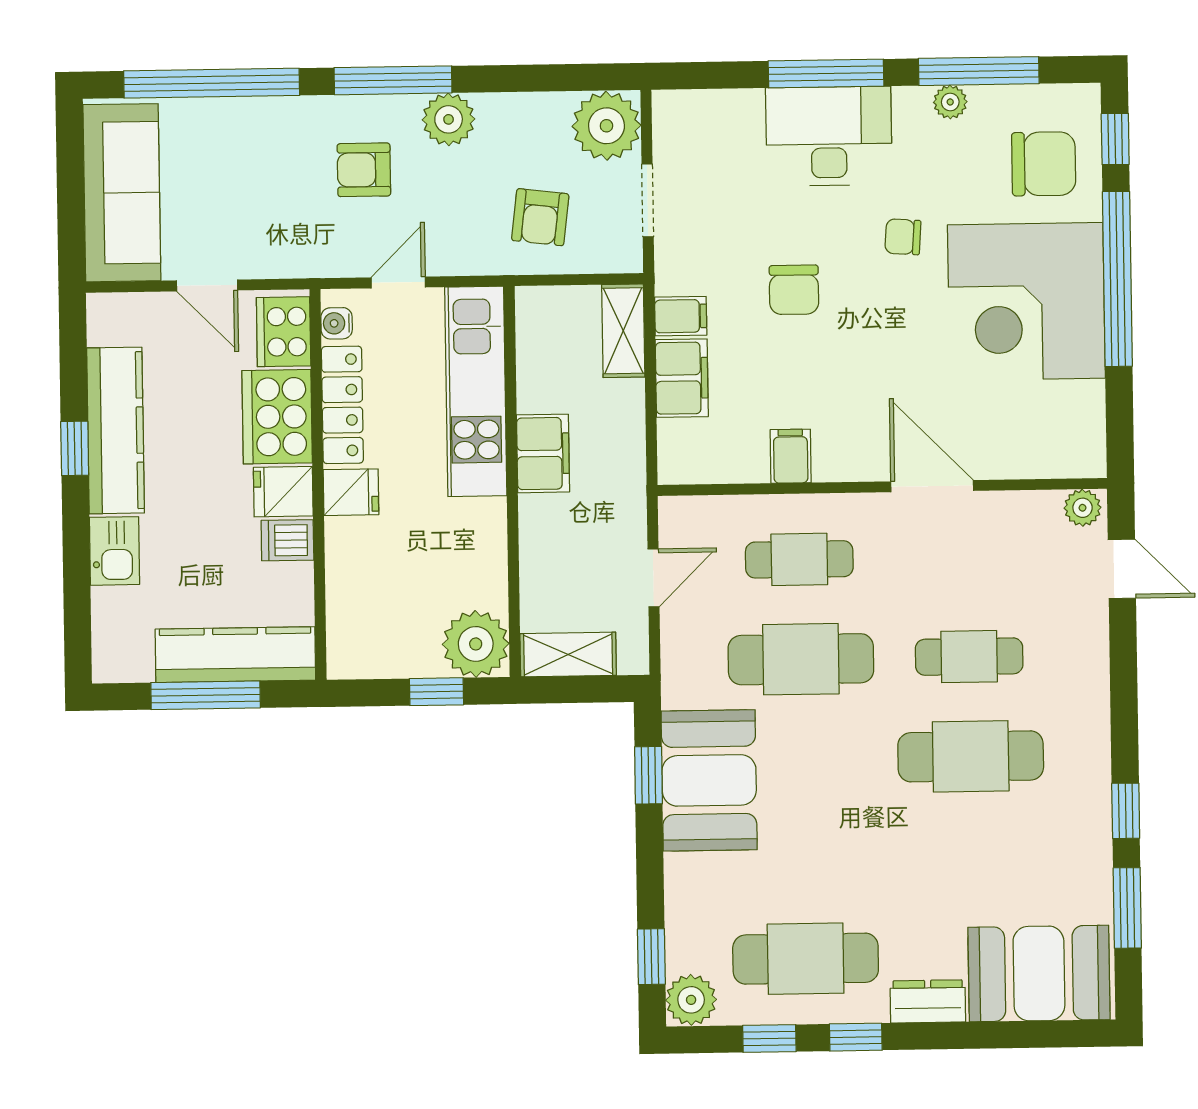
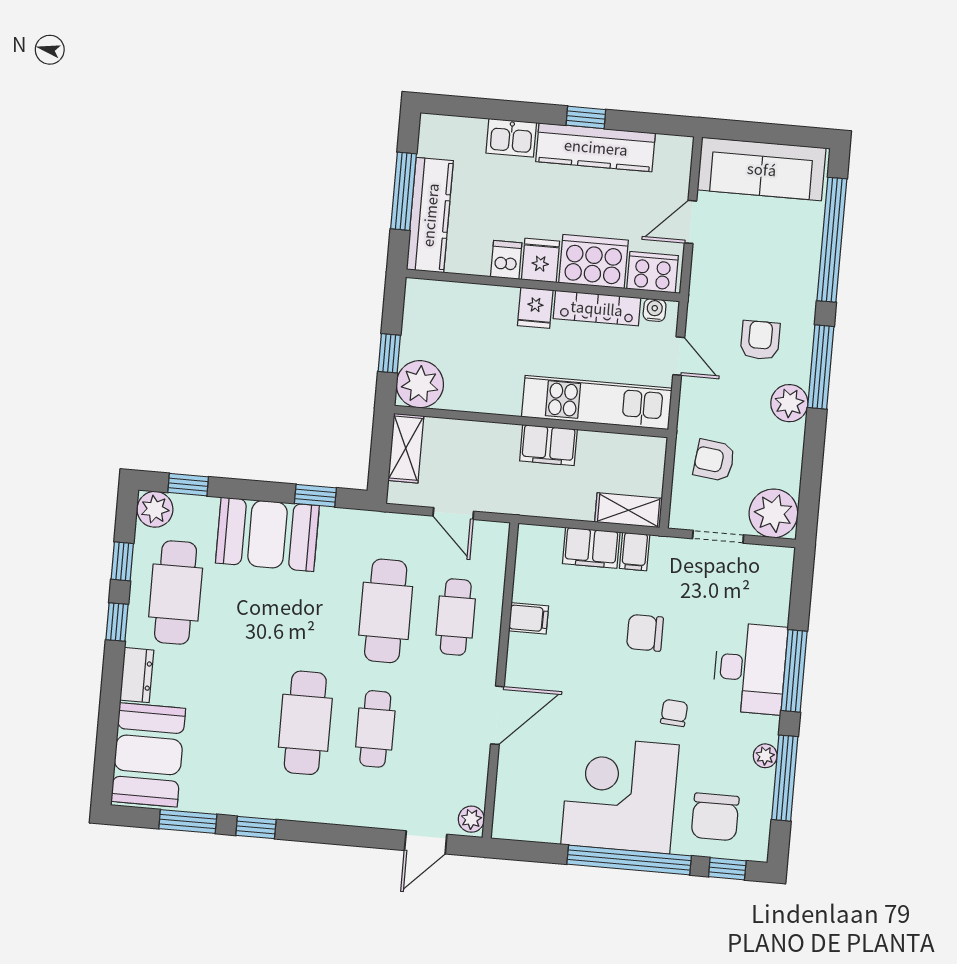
booth: (709, 780) -> (267, 534), moved

